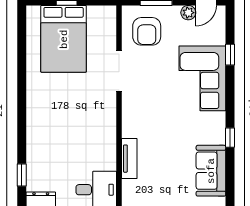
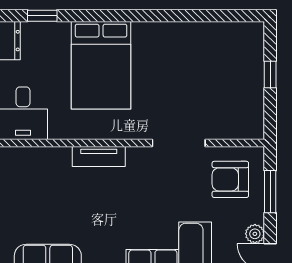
bed: (64, 39) -> (101, 65), moved, turned -90
tv unit: (129, 159) -> (99, 157), moved

